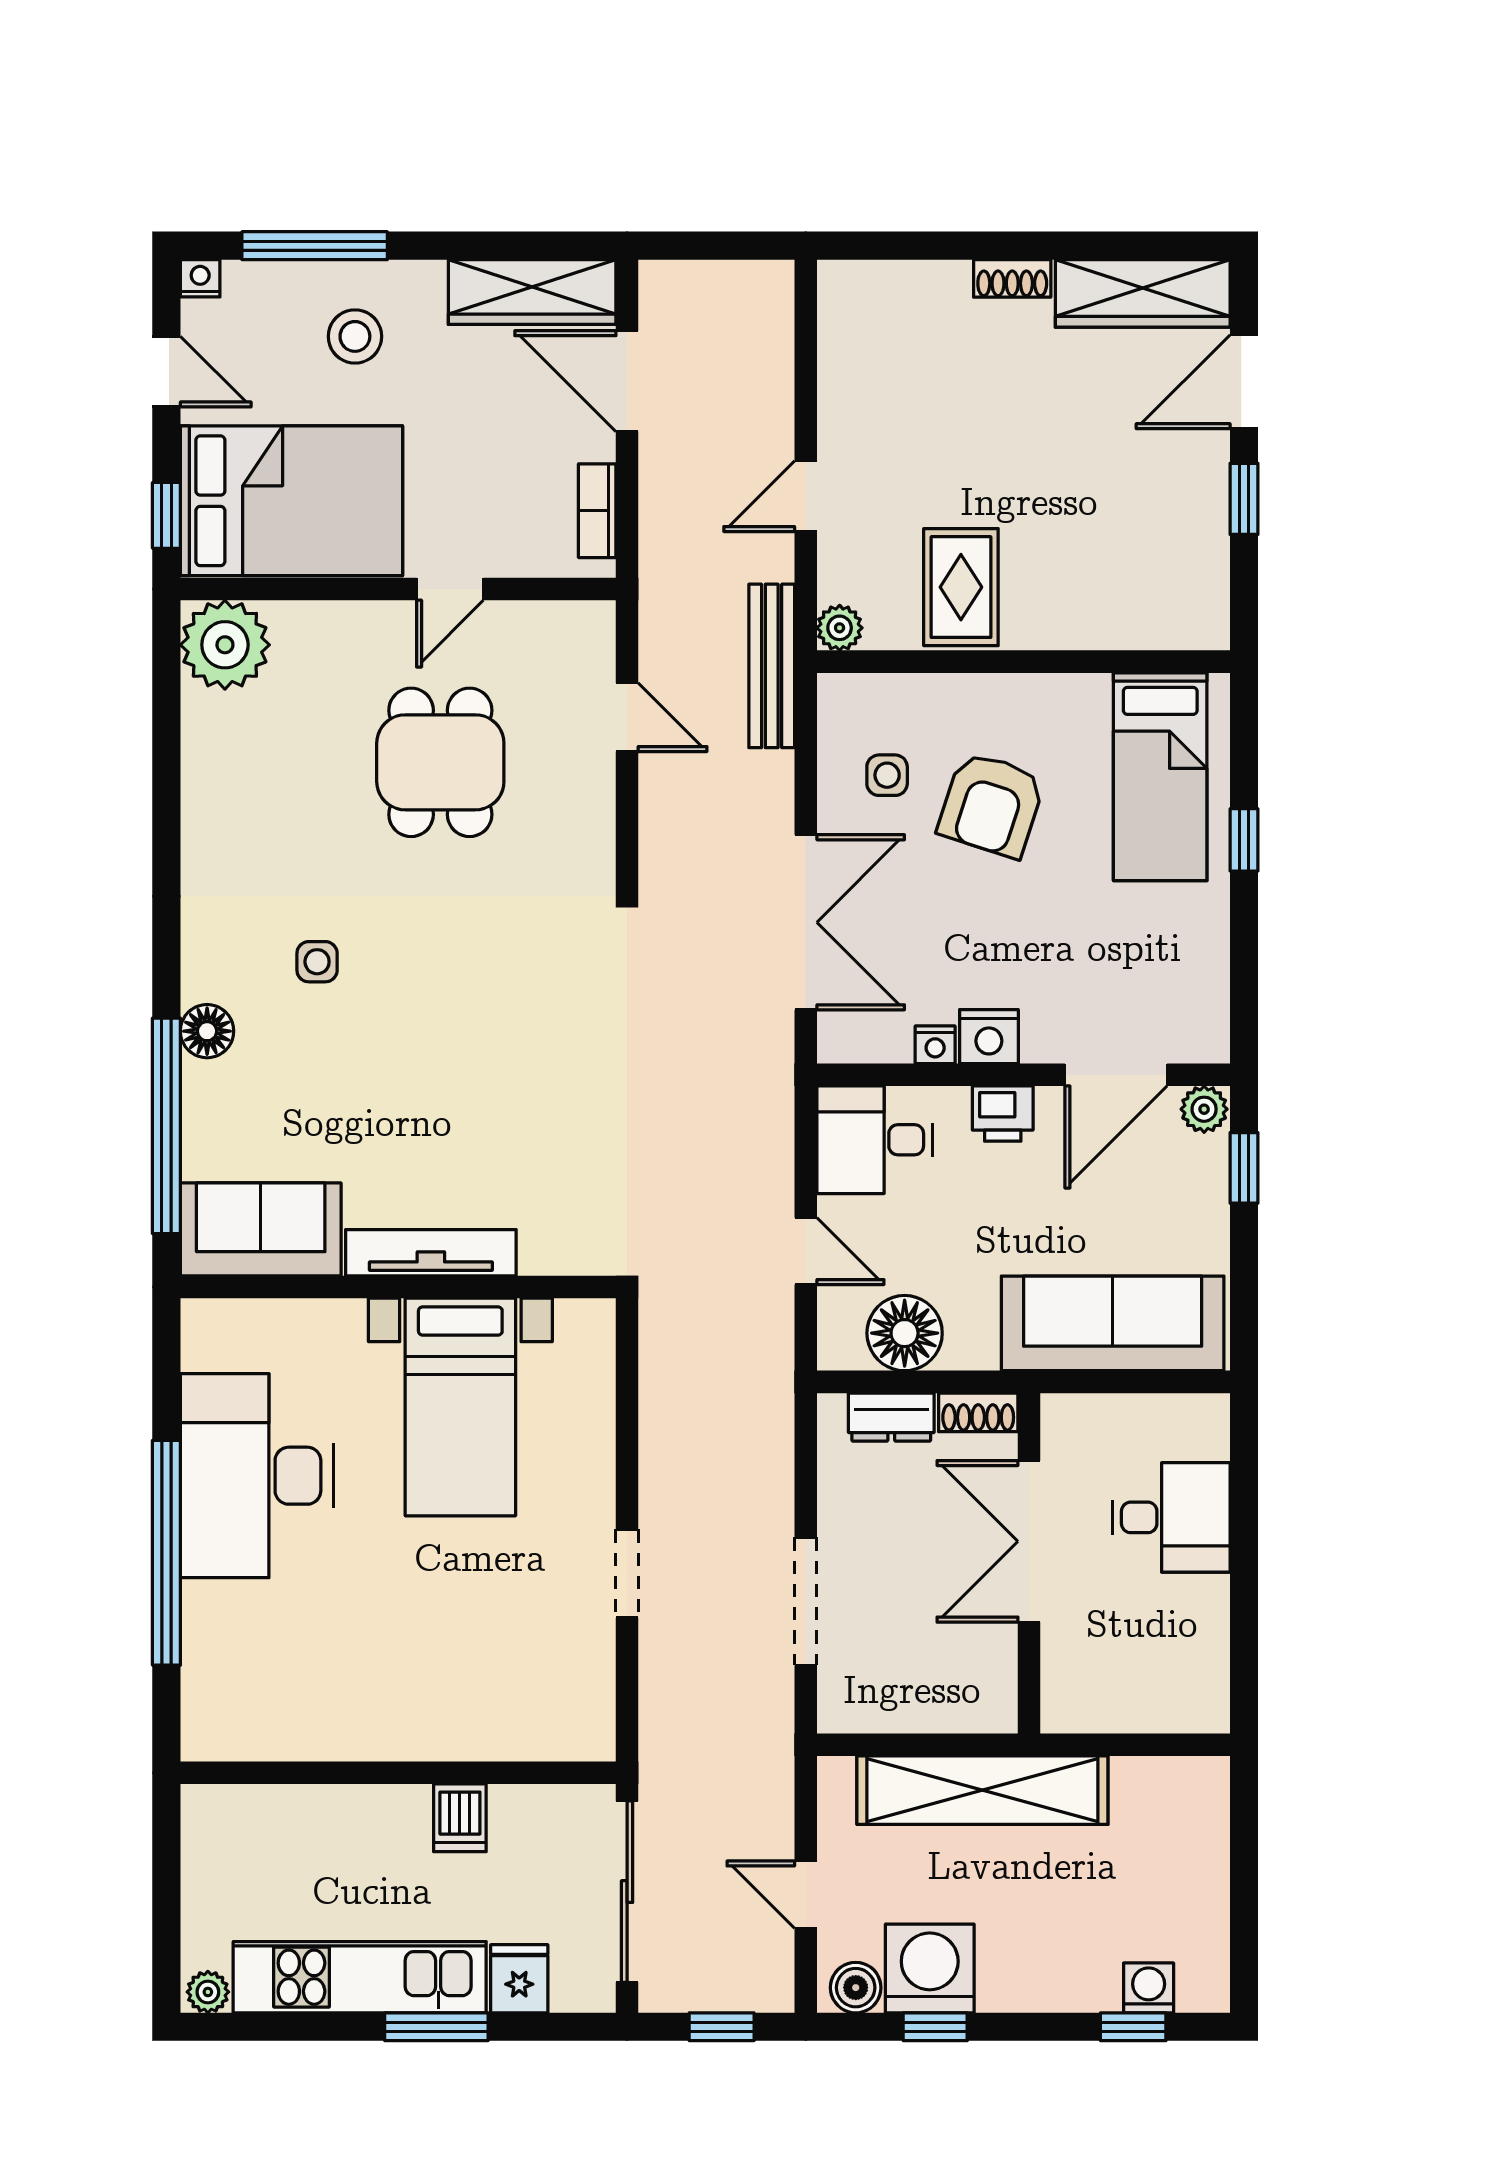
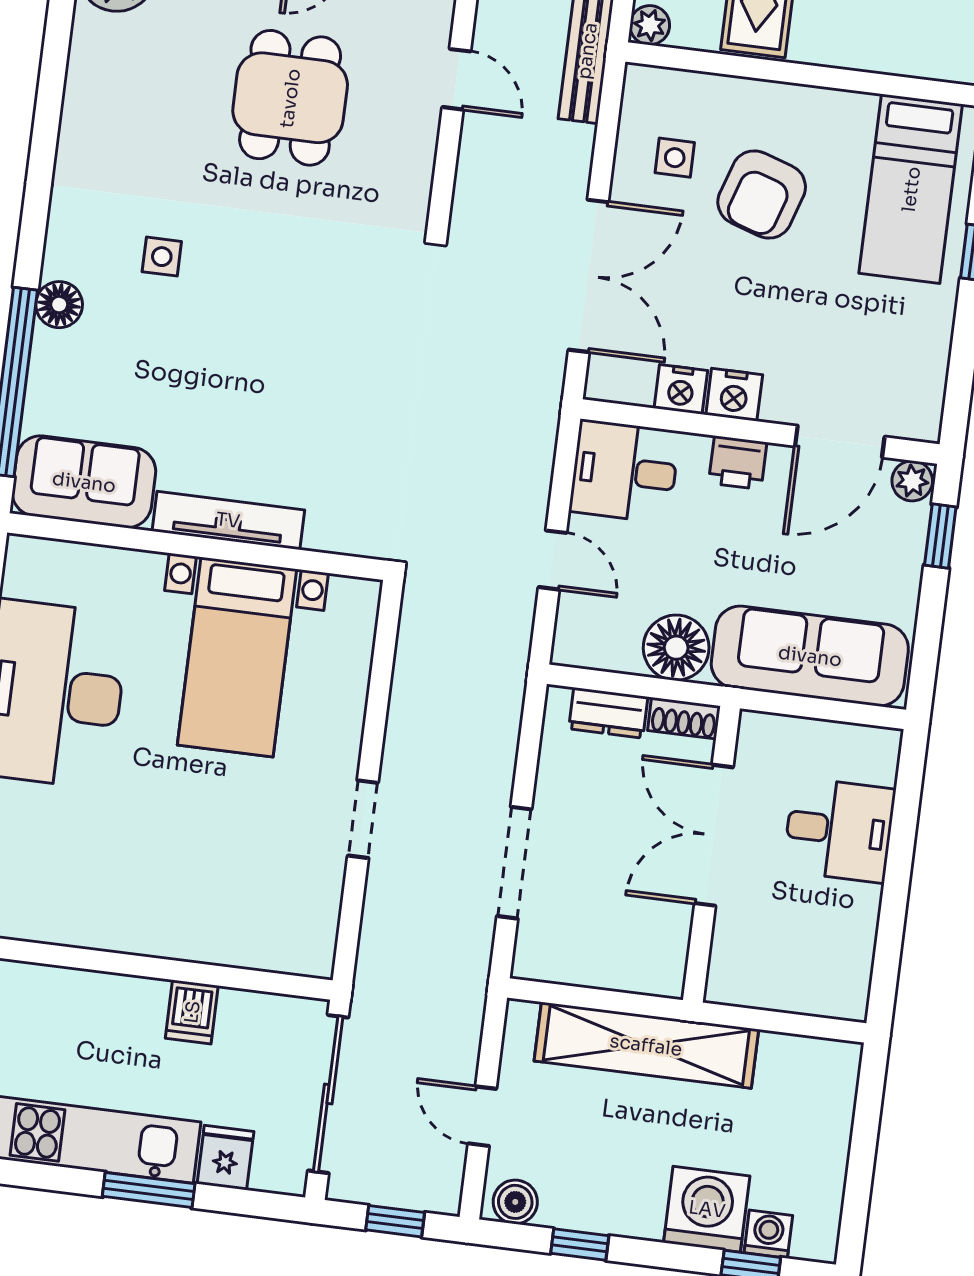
nightstand: (935, 1045) -> (681, 389), width x1.39, depth x1.35
floor lamp: (905, 1333) -> (676, 648), moved
washing machine: (930, 1968) -> (707, 1209), moved

